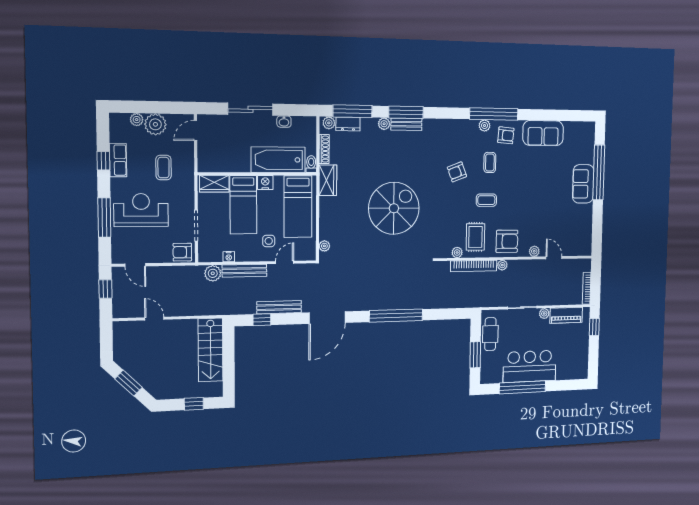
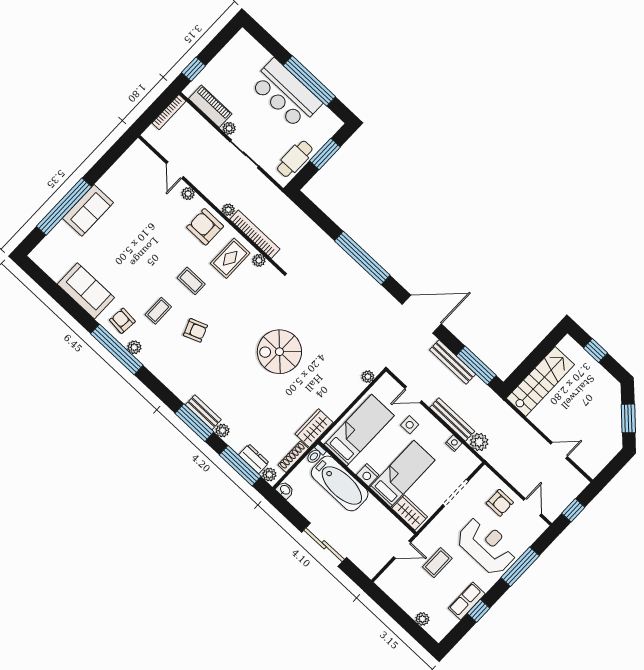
washbasin: (284, 122) -> (285, 490), moved
plant: (155, 124) -> (411, 602), removed
door: (195, 131) -> (402, 550), moved
spiral stairs: (394, 208) -> (279, 352), width x0.73, depth x0.73
reception desk: (141, 210) -> (487, 546), turned 180
armchair: (182, 252) -> (500, 503), moved
door: (154, 319) -> (559, 450), swing flipped
window: (262, 320) -> (476, 365), width x2.17

